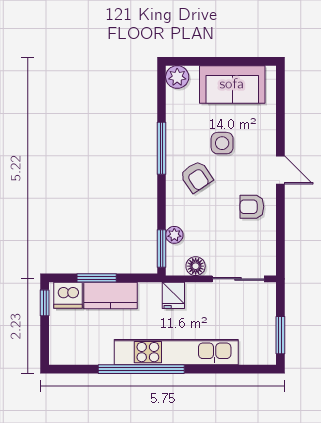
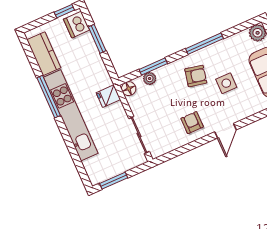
armchair: (196, 177) -> (196, 76), turned -134
window: (161, 248) -> (153, 66), moved
floor lamp: (196, 266) -> (129, 89), moved
kitchen counter: (110, 295) -> (44, 54), moved, turned 180
window: (141, 369) -> (49, 97), width x0.68

